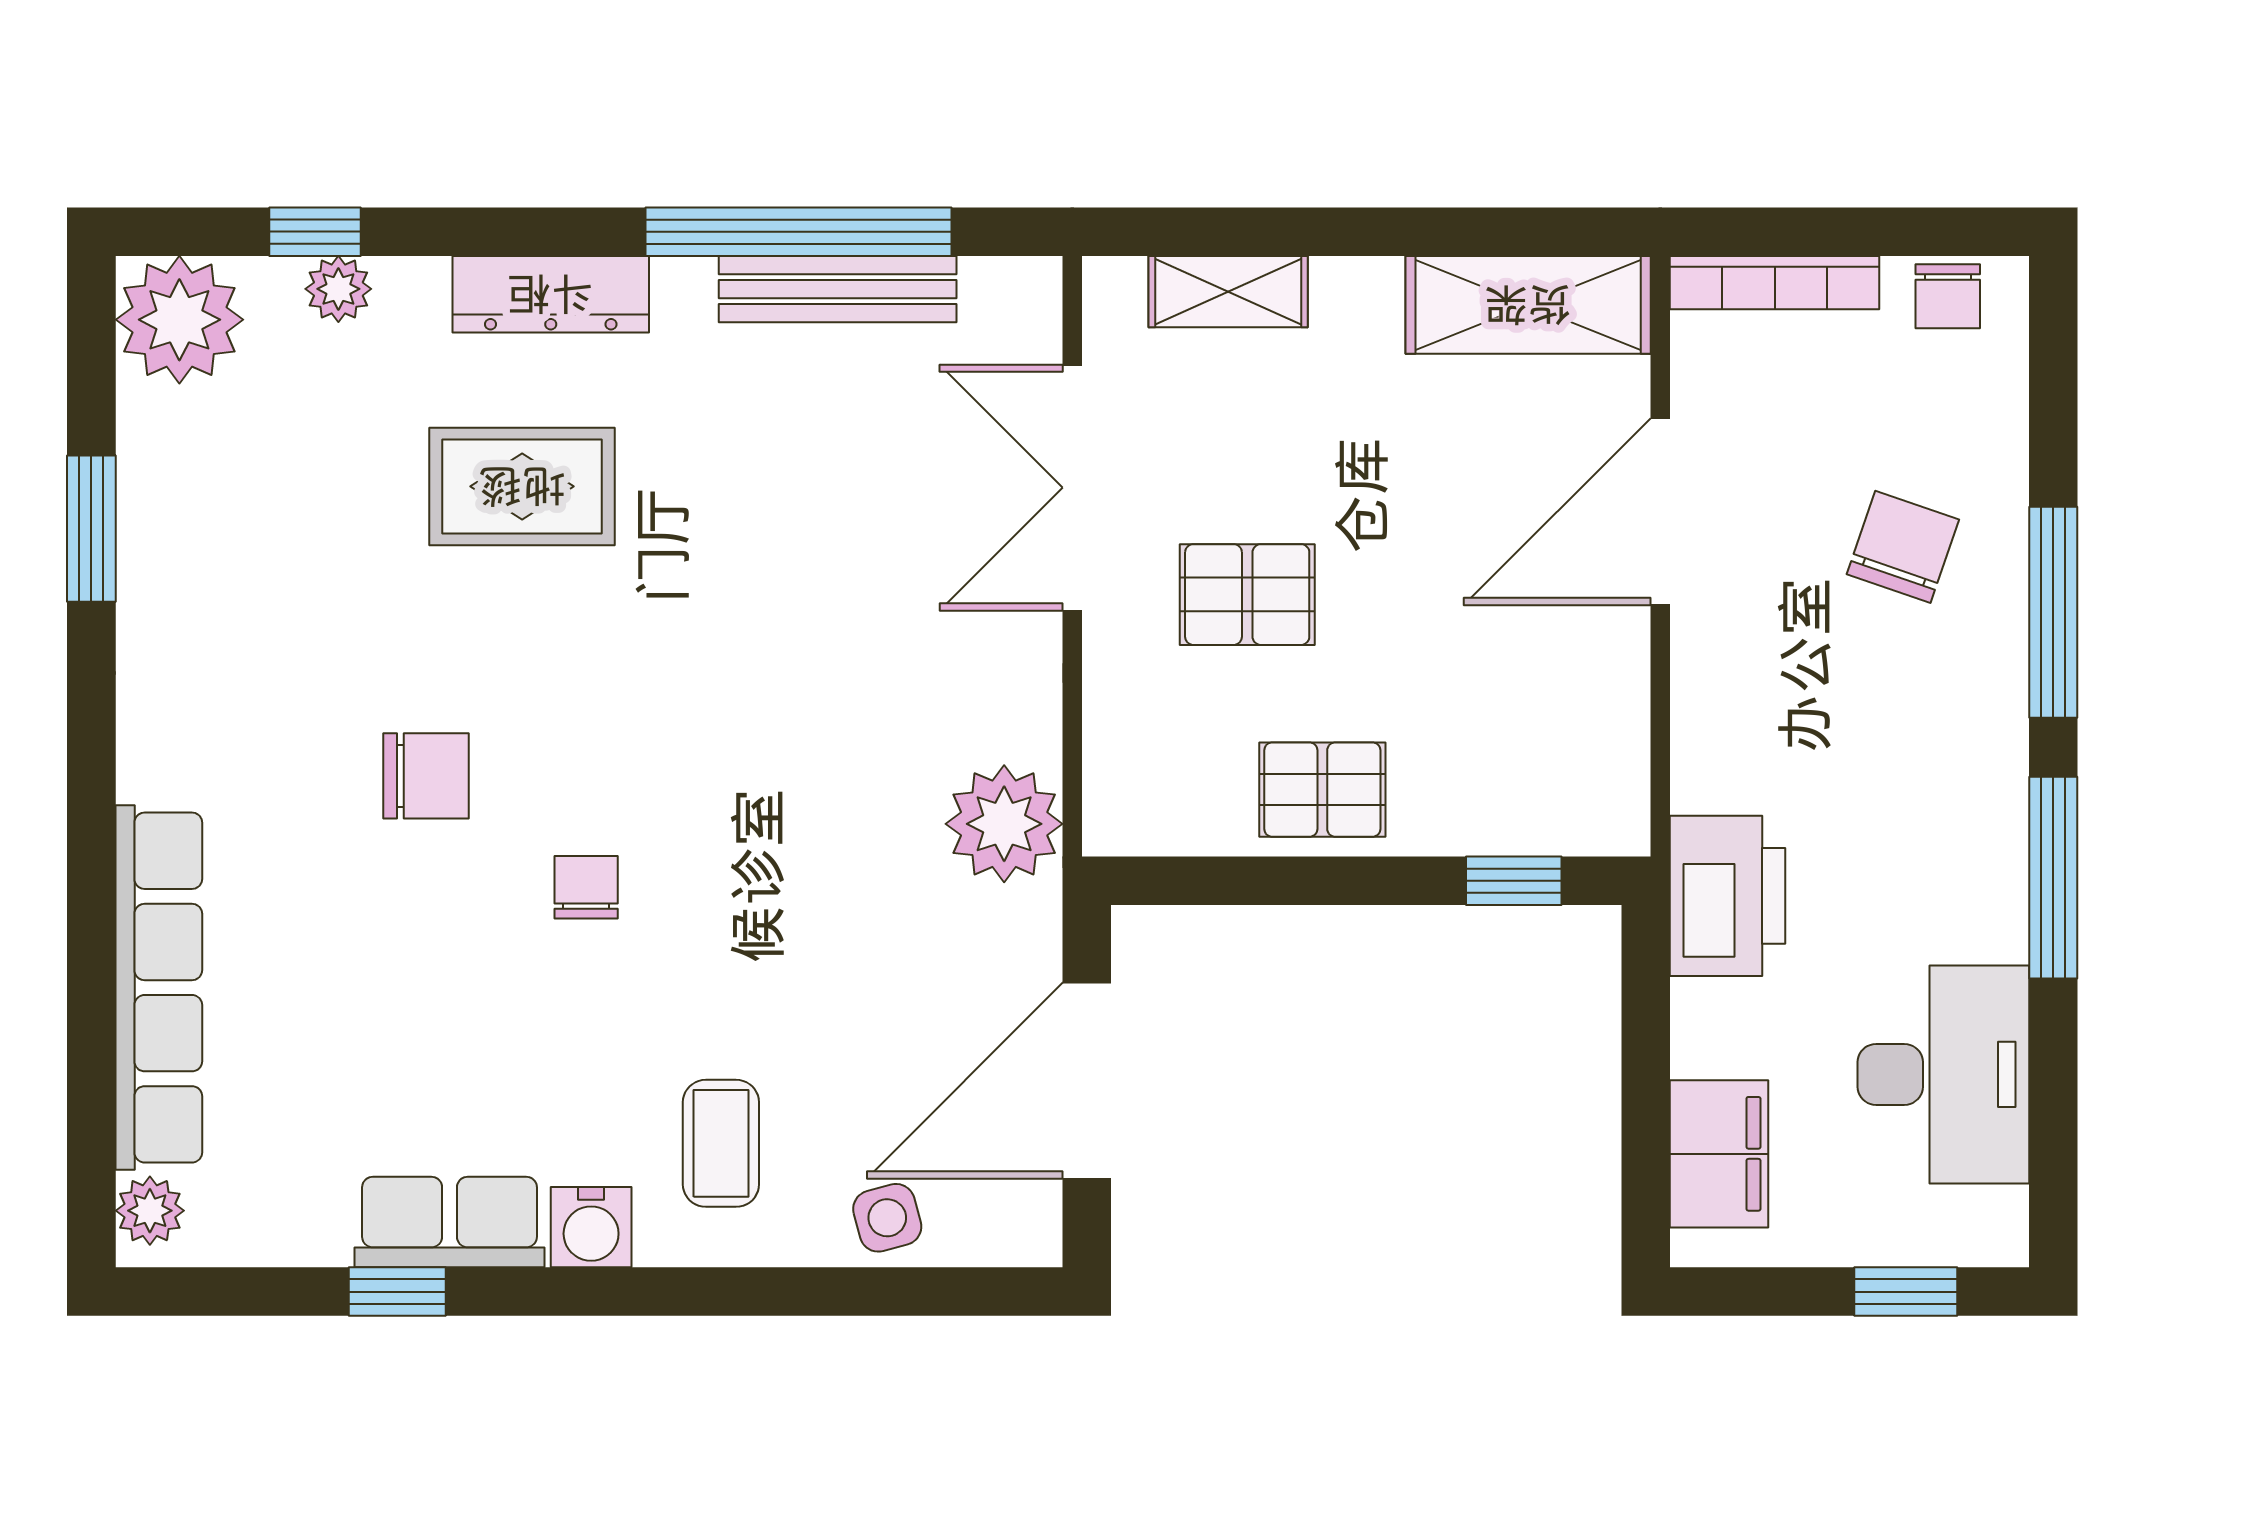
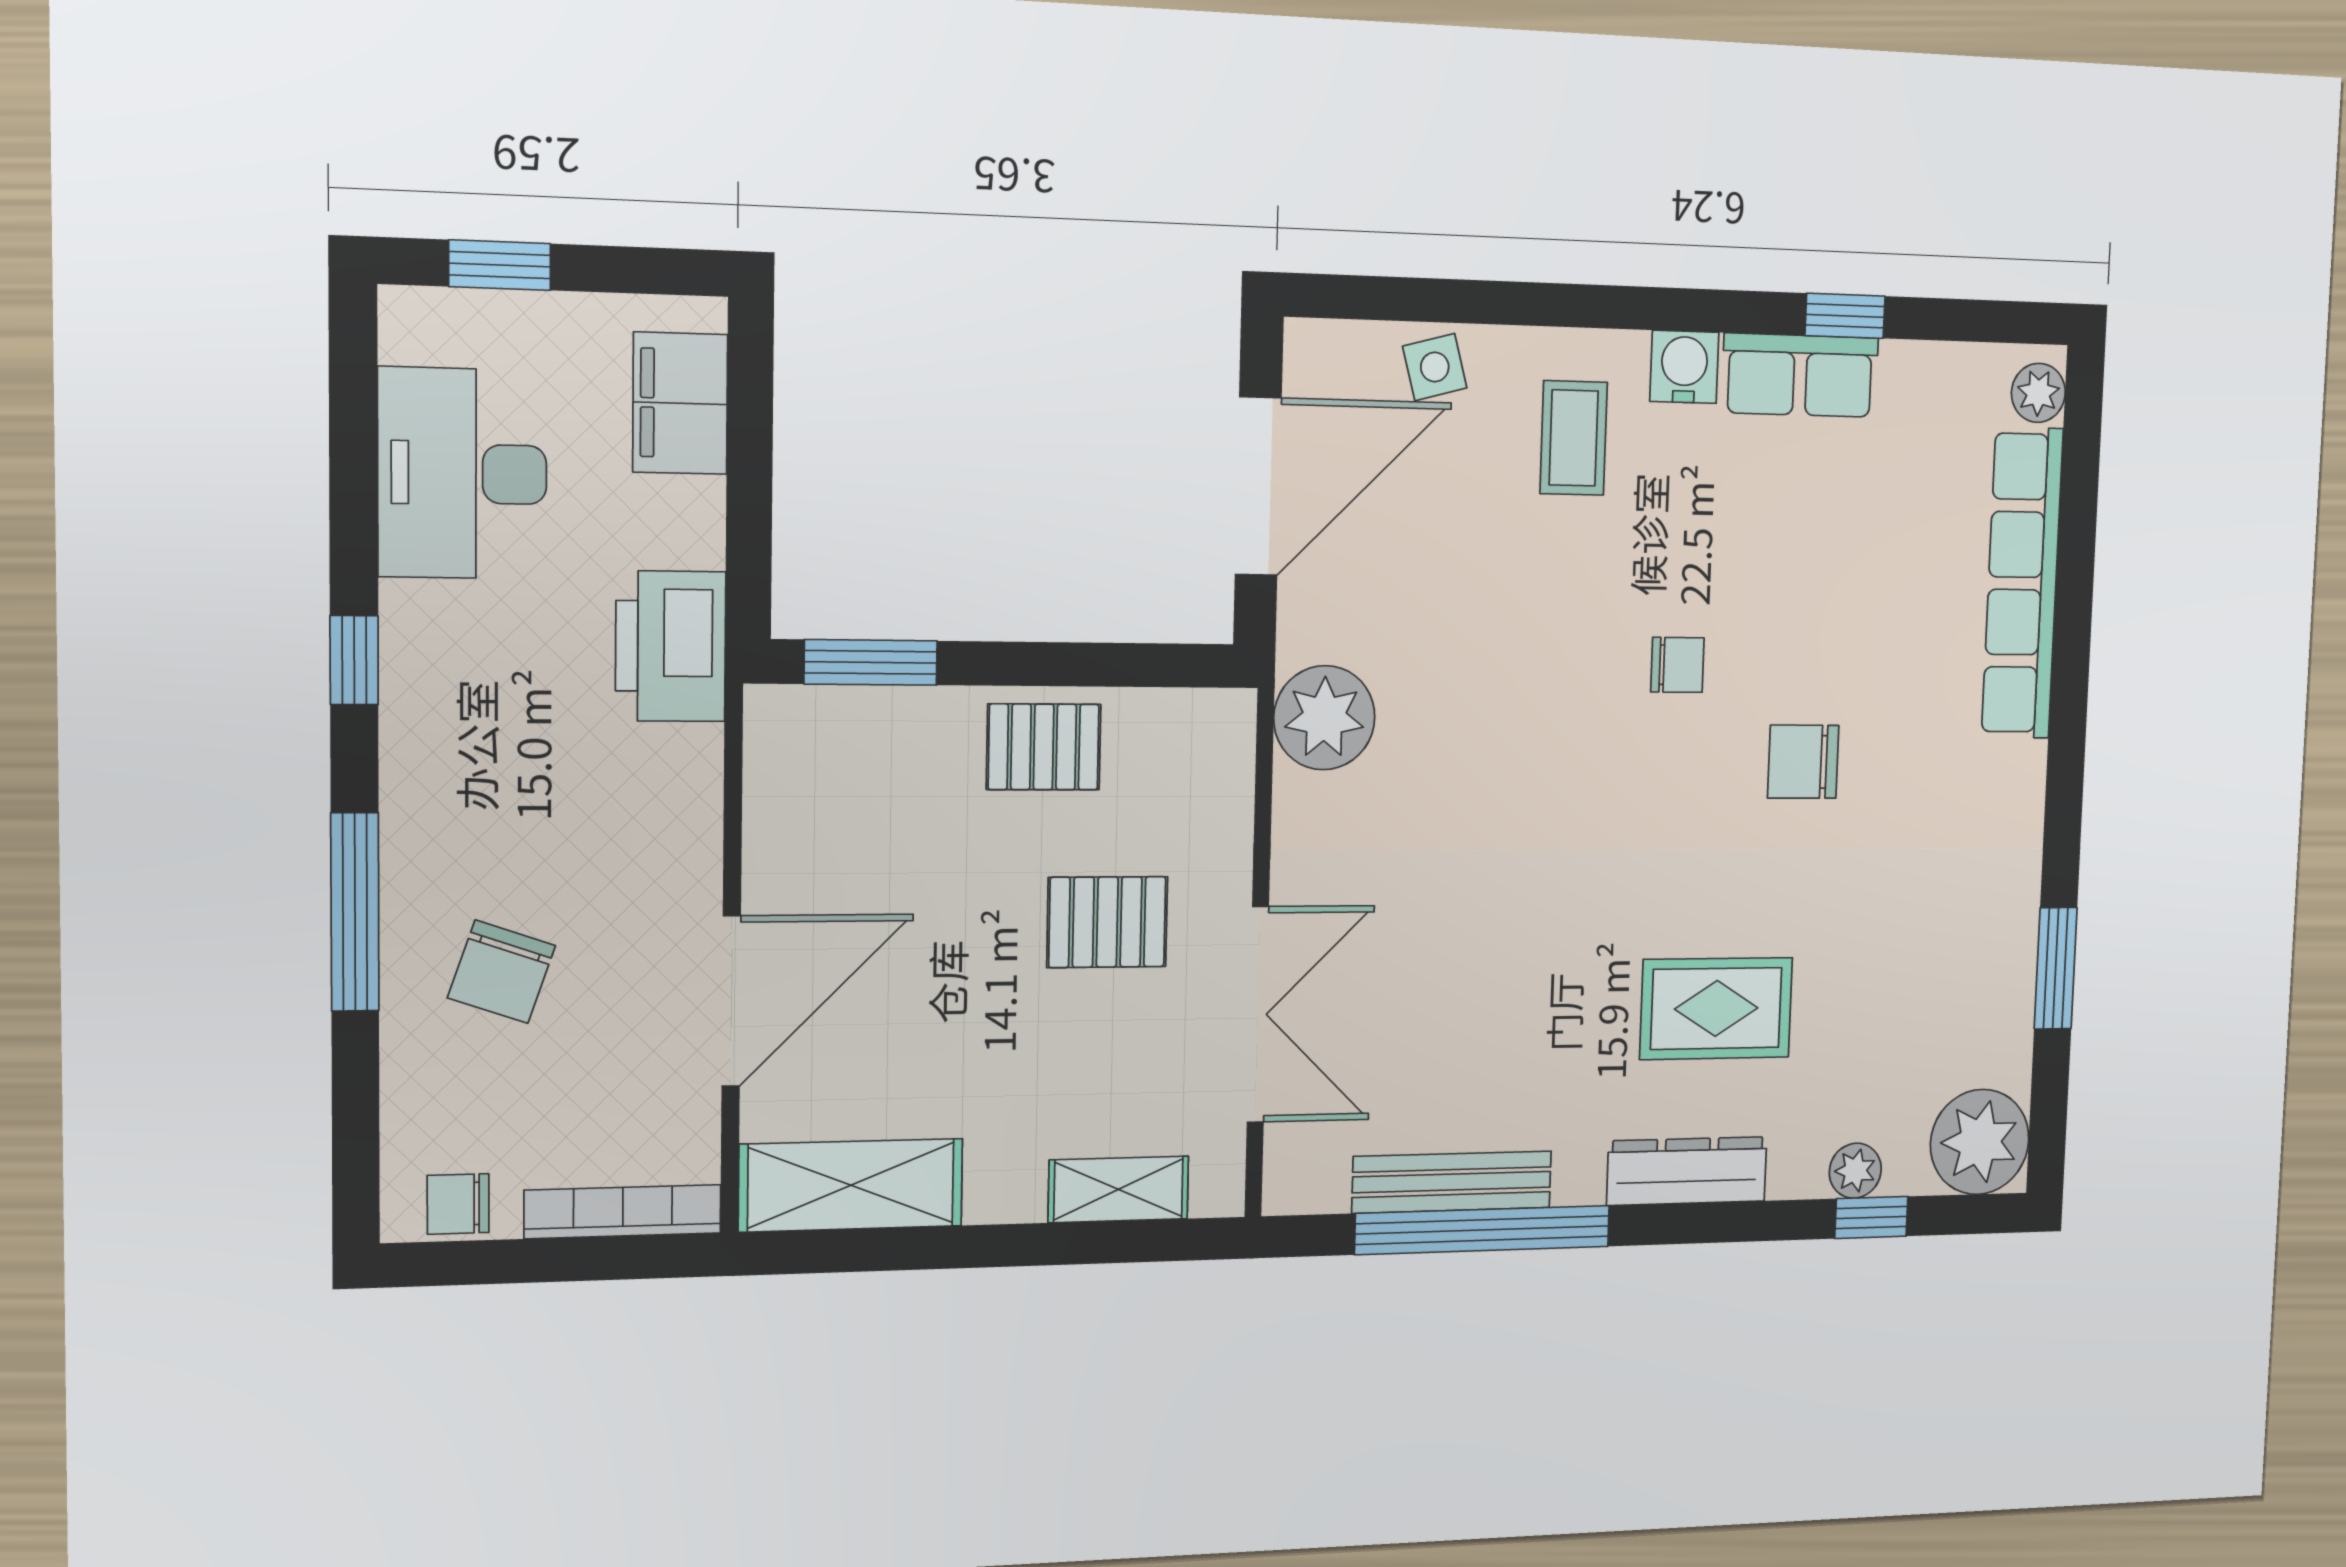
chair: (1948, 296) -> (458, 1204), turned -90
window: (2053, 878) -> (354, 660), width x0.46
window: (1514, 881) -> (871, 662), width x1.50
chair: (586, 887) -> (1677, 665), turned -90

